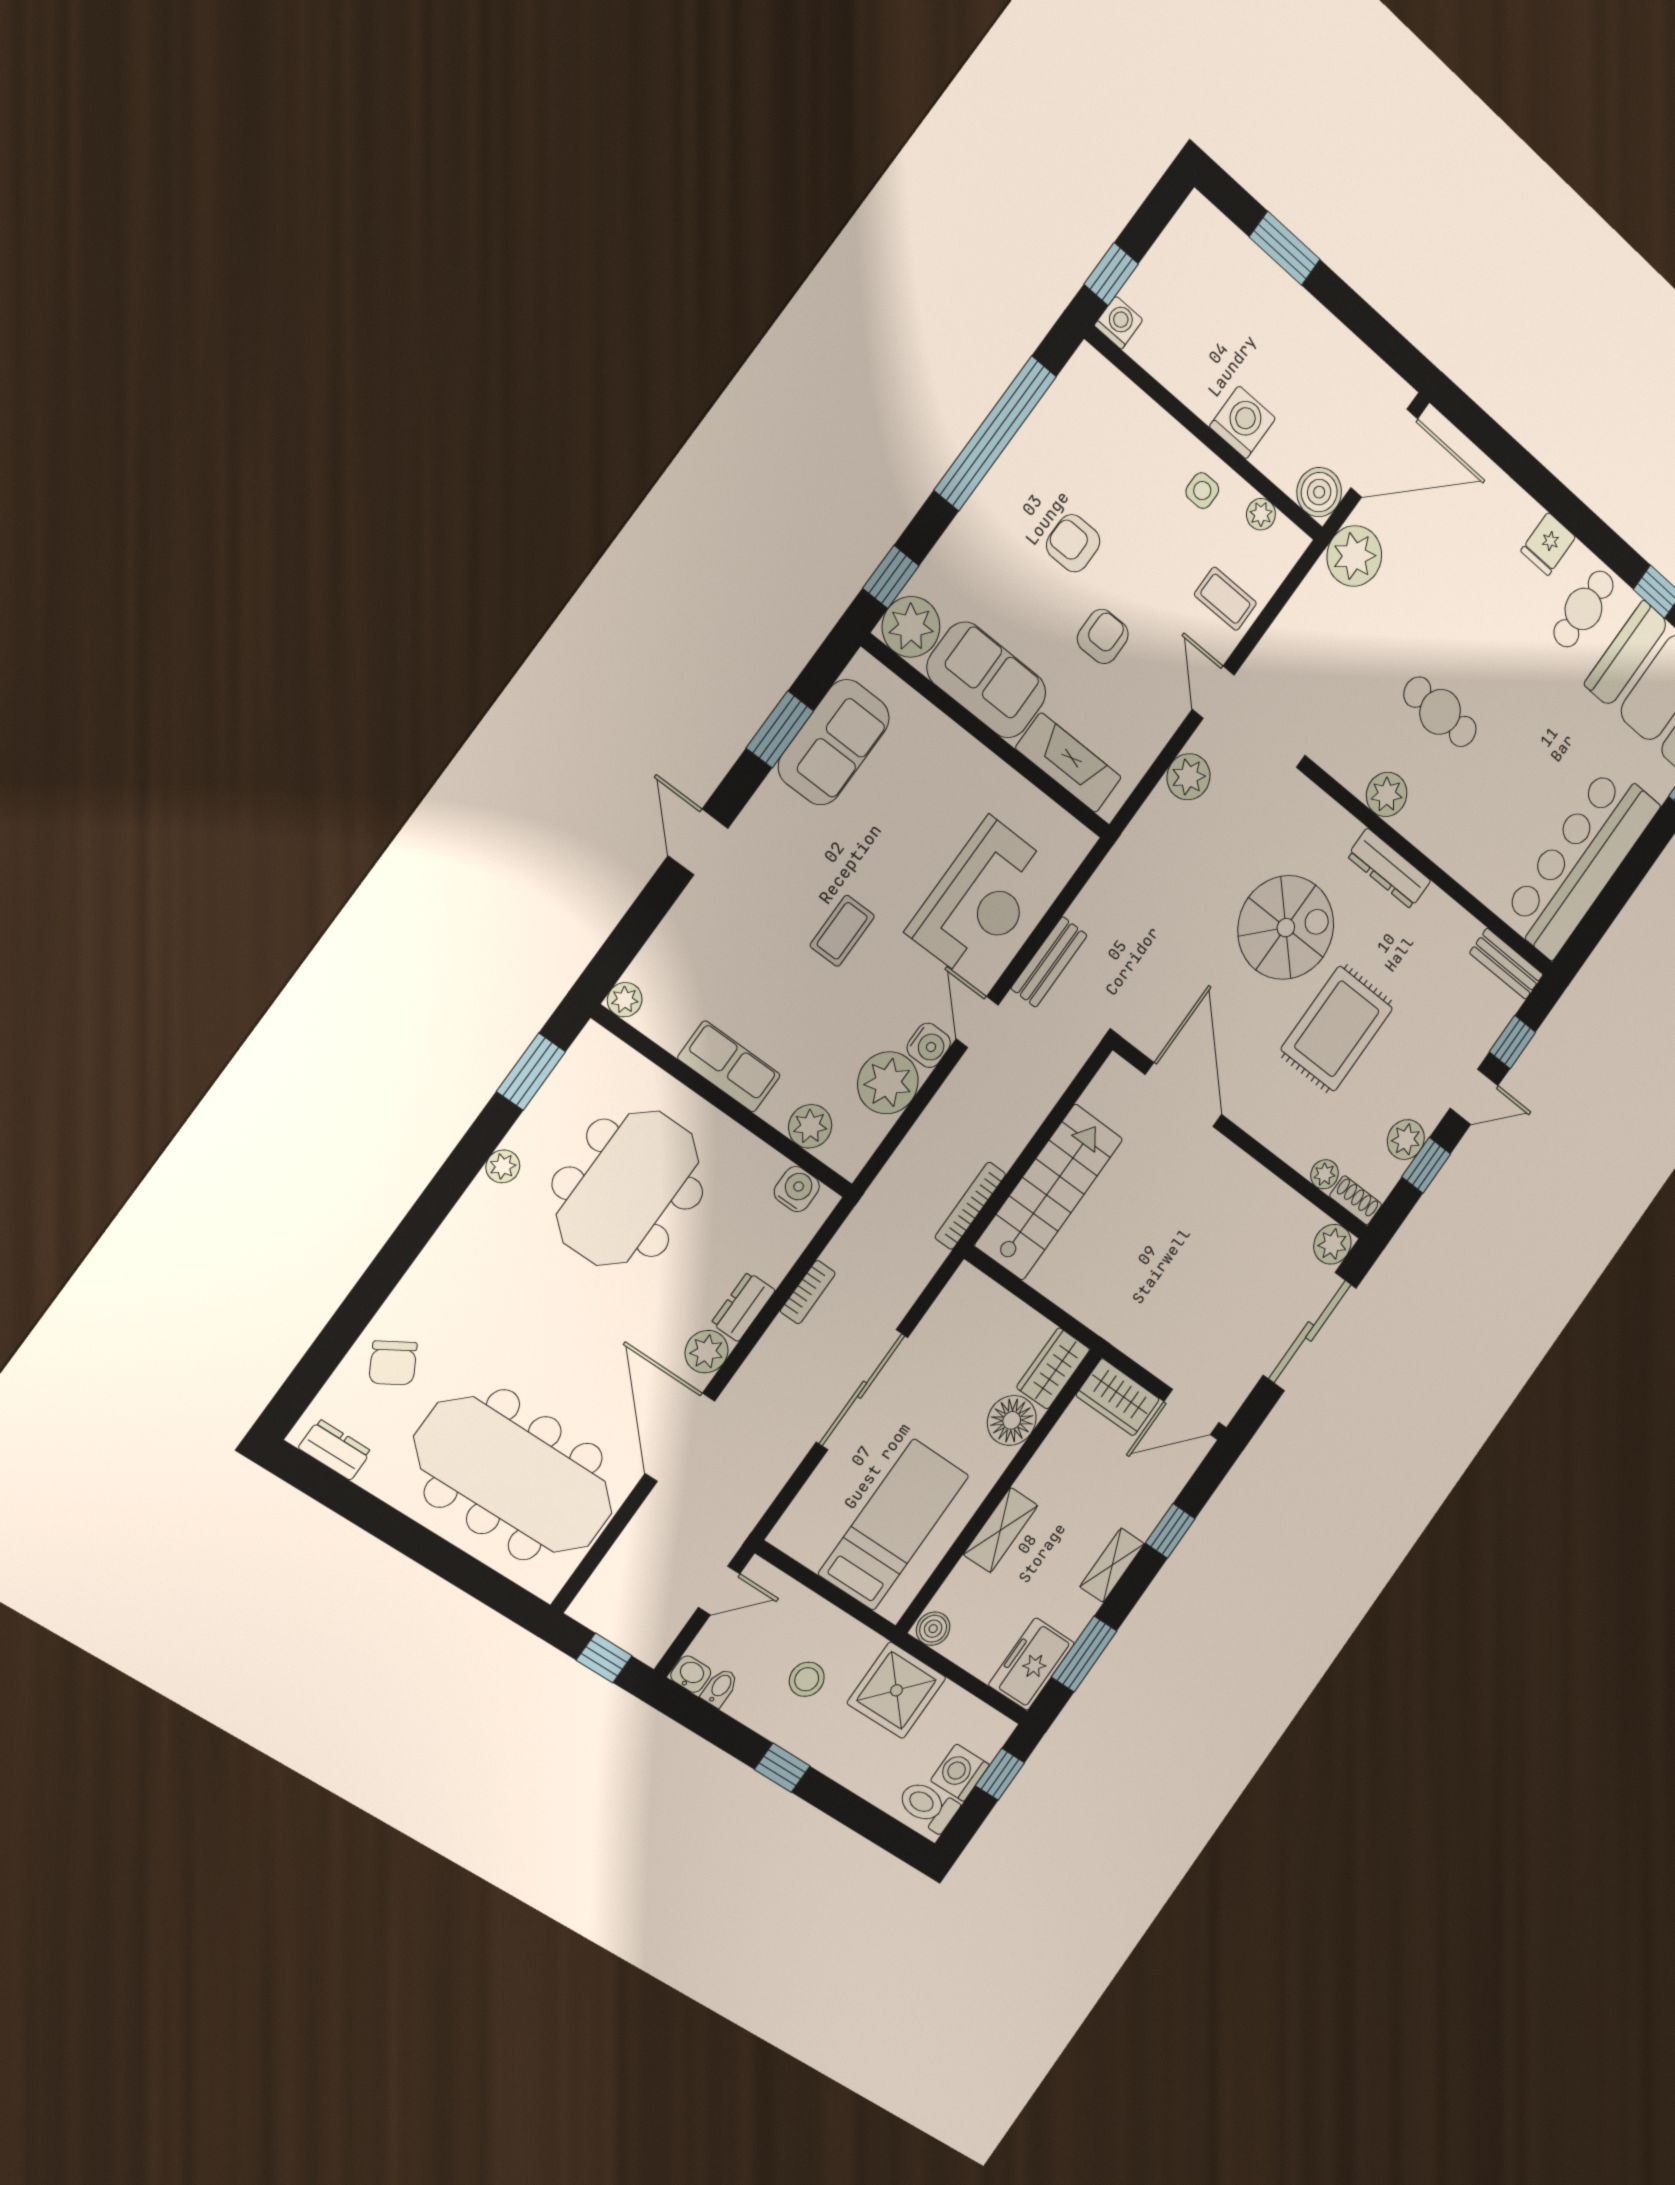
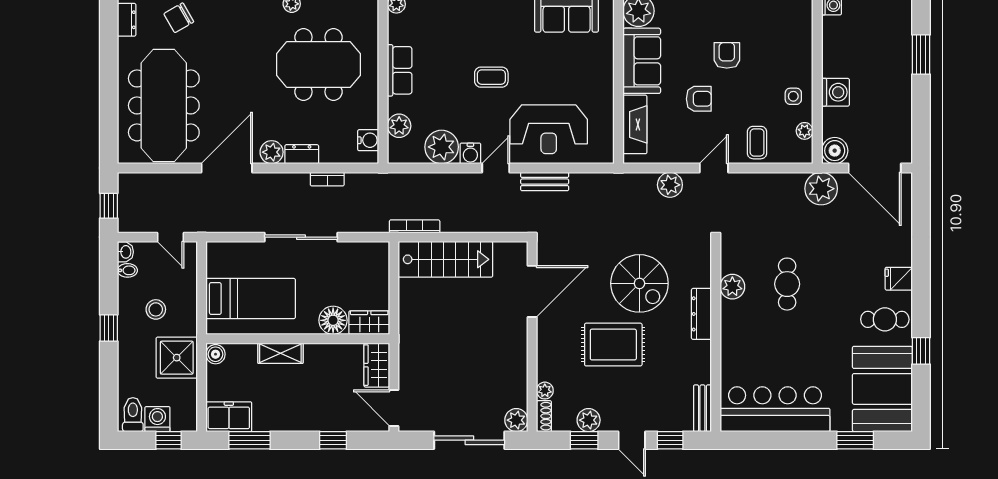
shelving: (1112, 1565) -> (299, 423), removed

